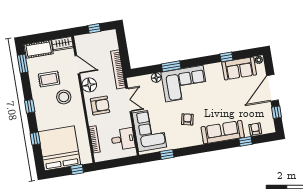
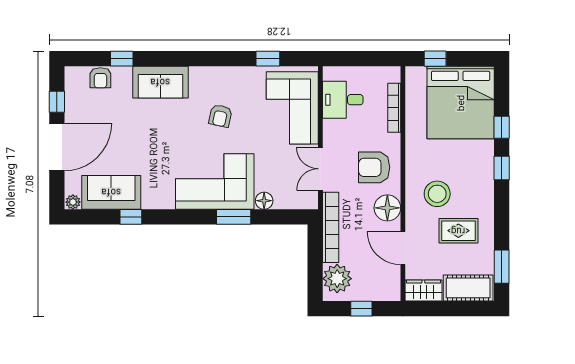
plant: (110, 42) -> (337, 279), added
window: (30, 106) -> (502, 168), moved
sofa: (223, 132) -> (160, 82), width x0.73

